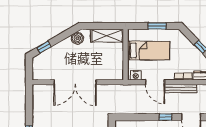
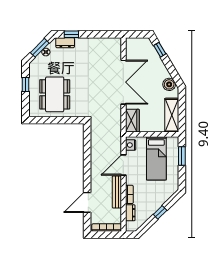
window: (157, 26) -> (182, 156), moved
wardrobe: (112, 74) -> (132, 121), added
double door: (75, 82) -> (123, 82), swing flipped
window: (165, 117) -> (87, 176), removed

